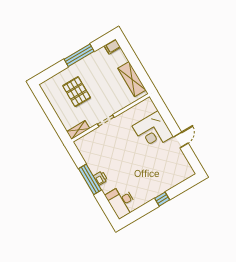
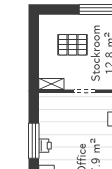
pallet: (77, 92) -> (73, 45), turned 90

